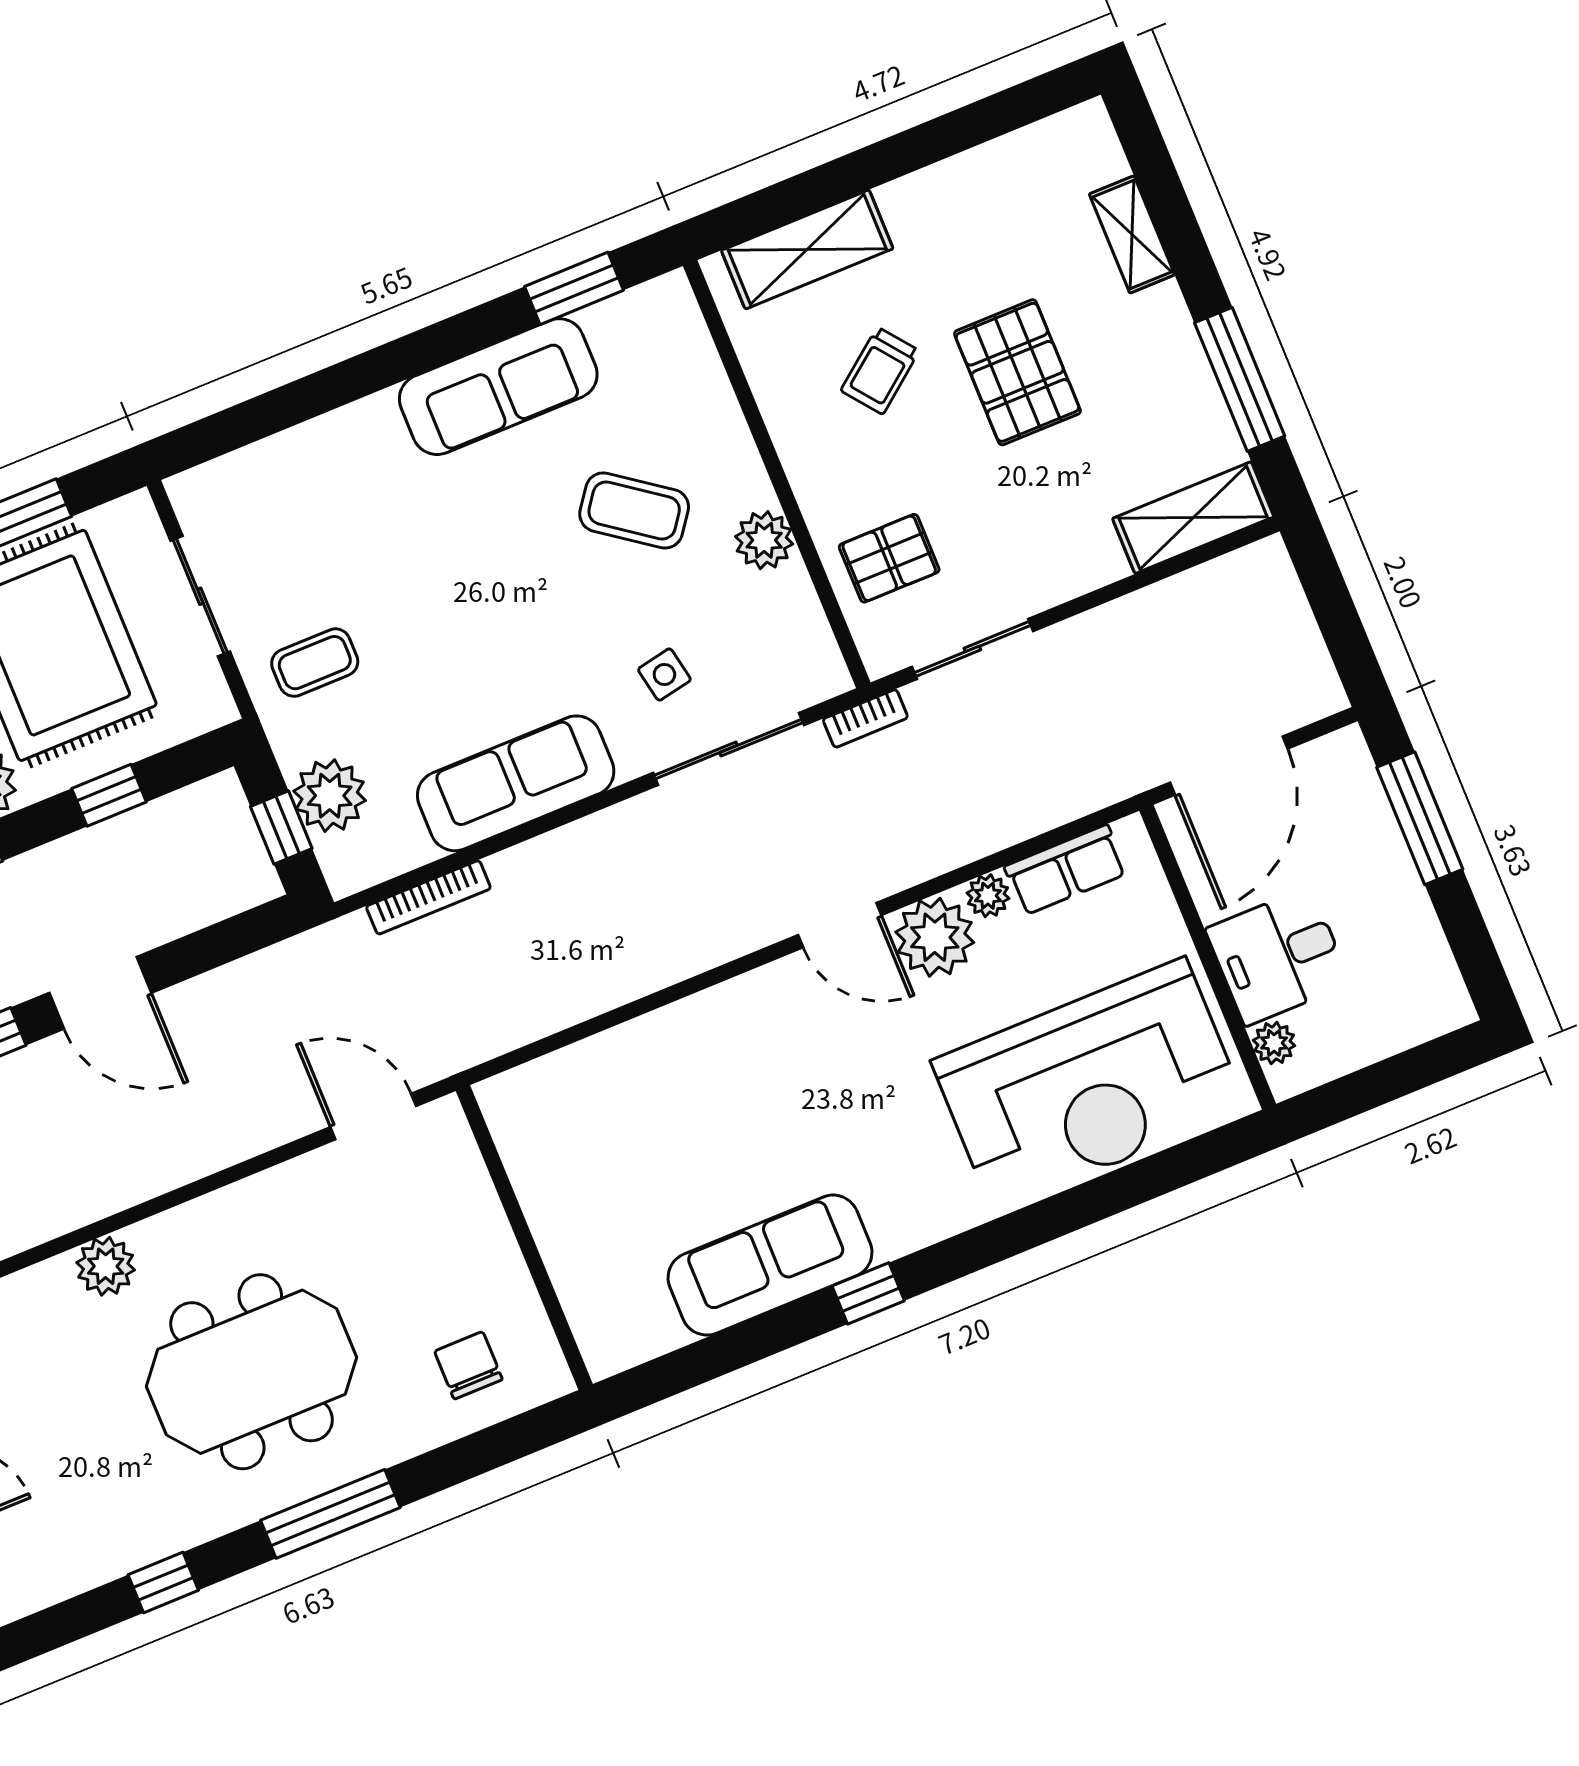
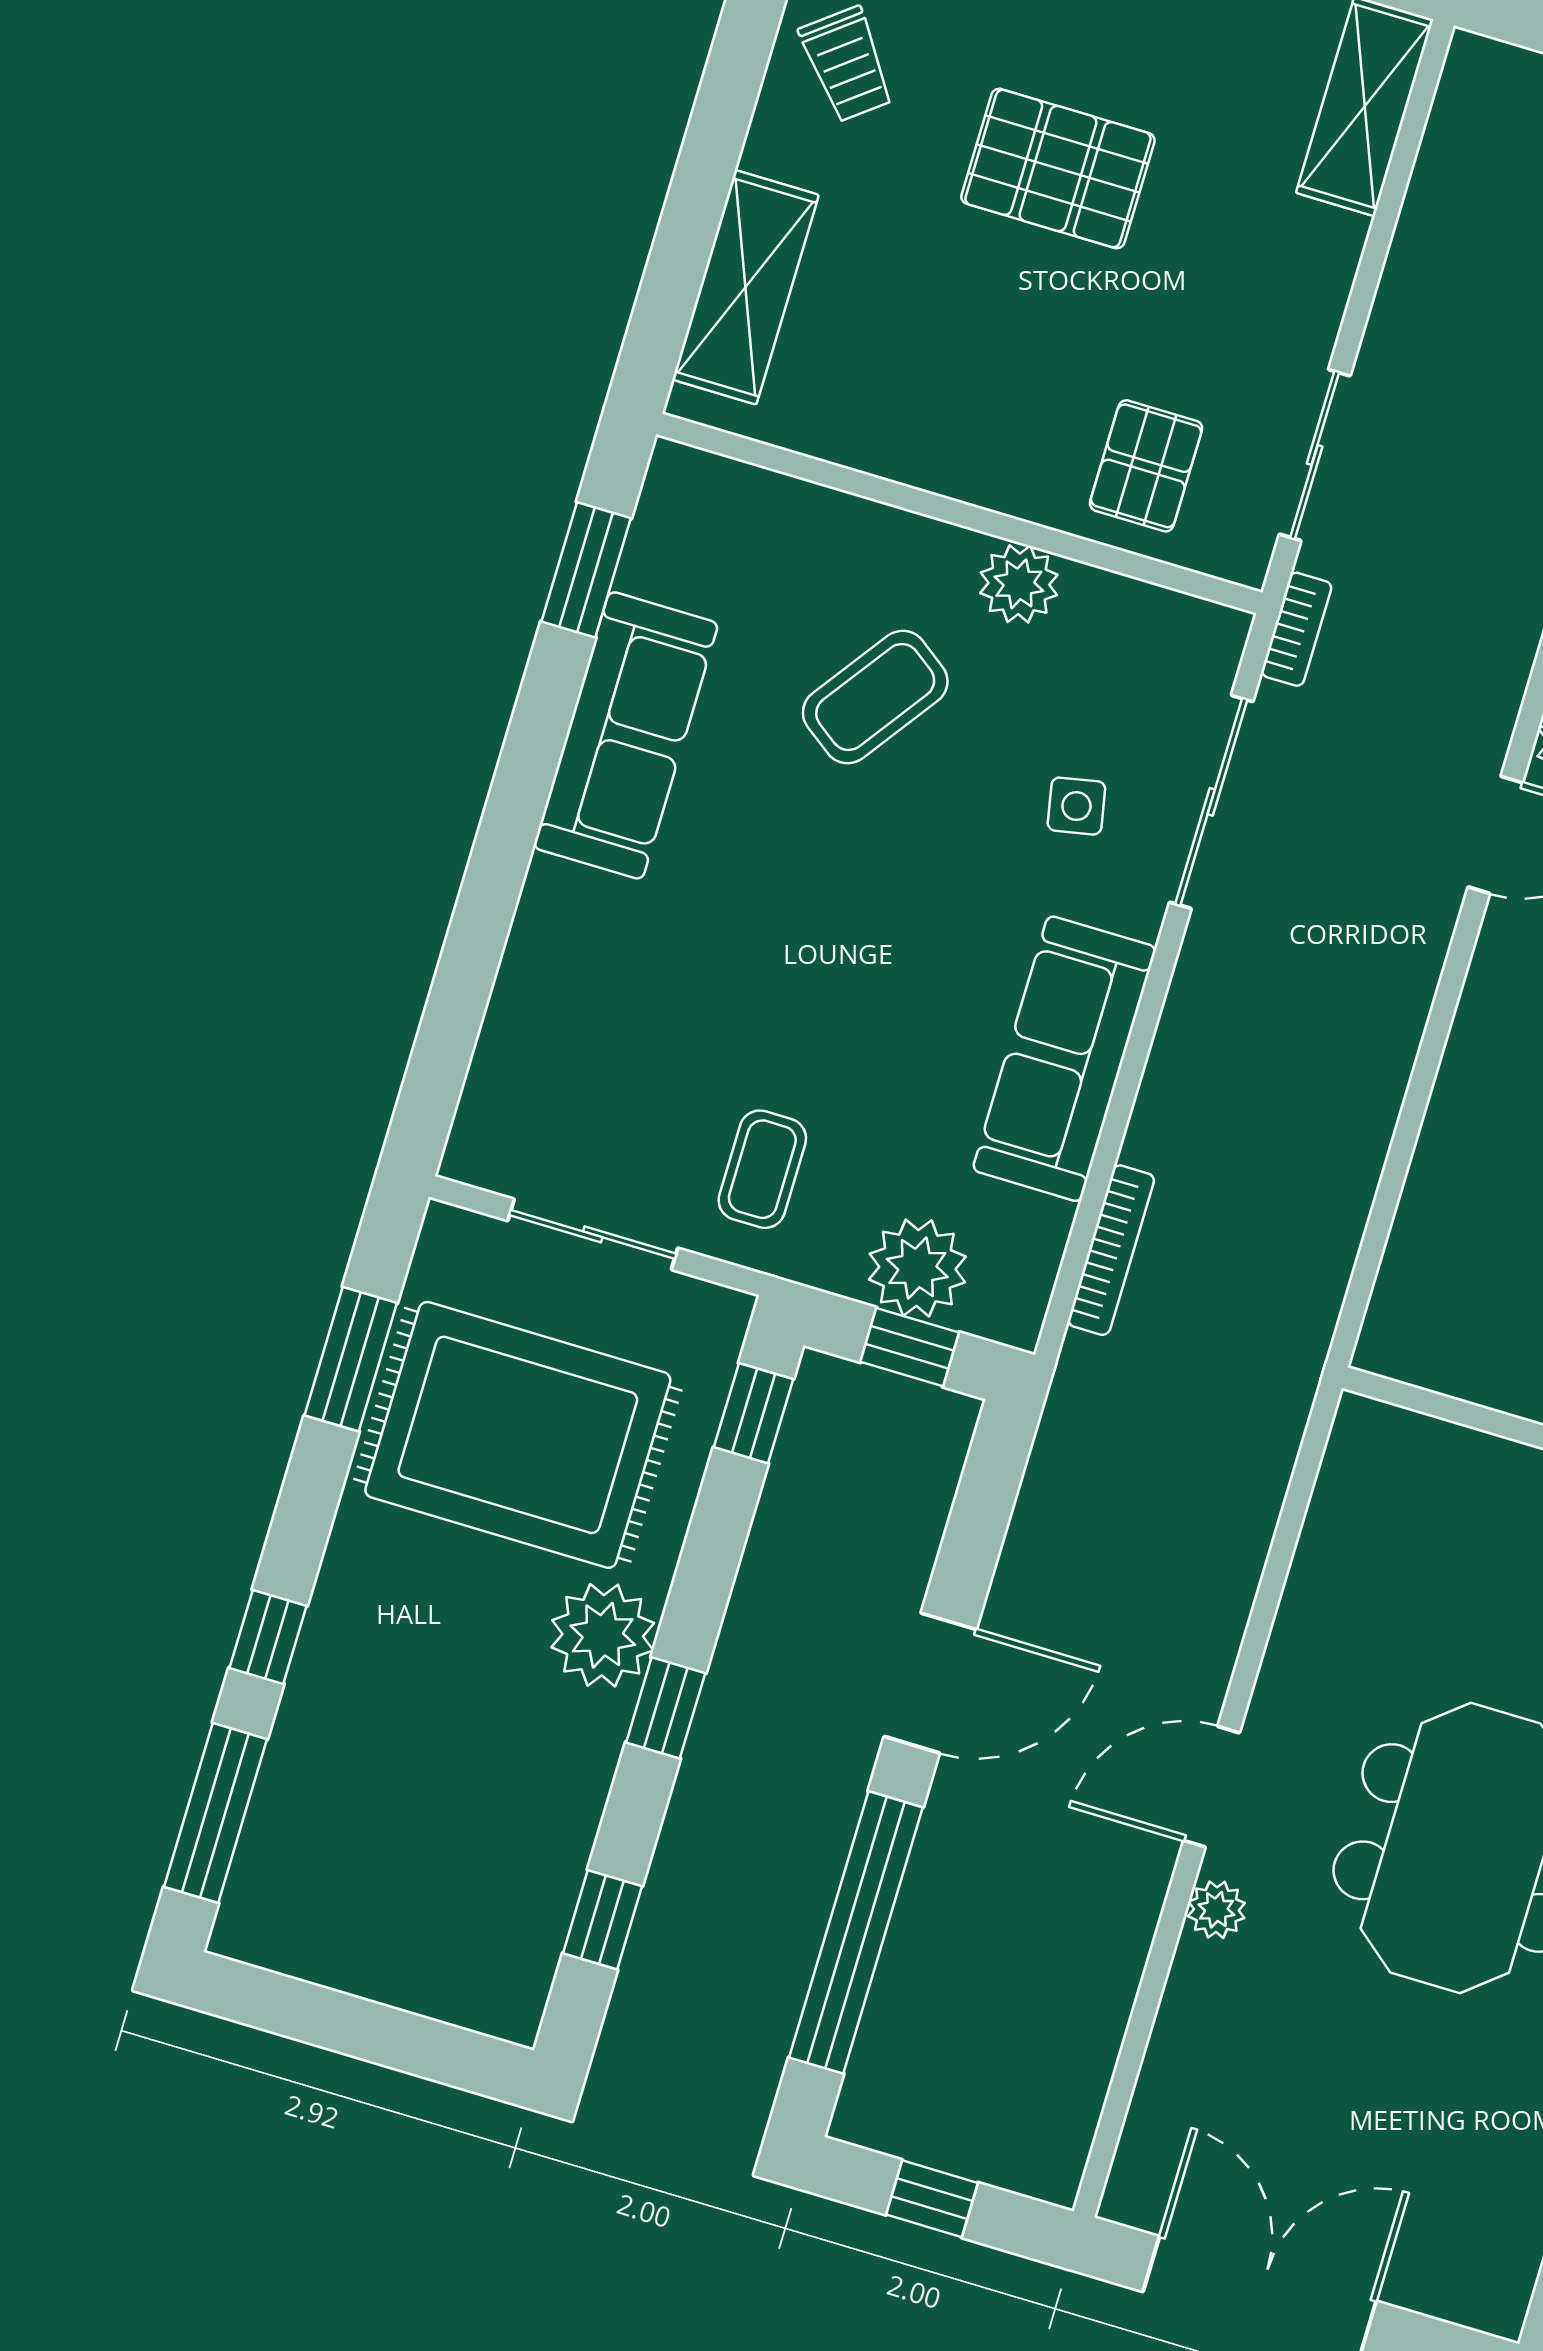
trolley: (880, 371) -> (847, 64), moved
window: (109, 795) -> (754, 1413), moved
door: (373, 1116) -> (1212, 1787), moved
plant: (106, 1266) -> (1216, 1910), width x0.73, depth x0.73

